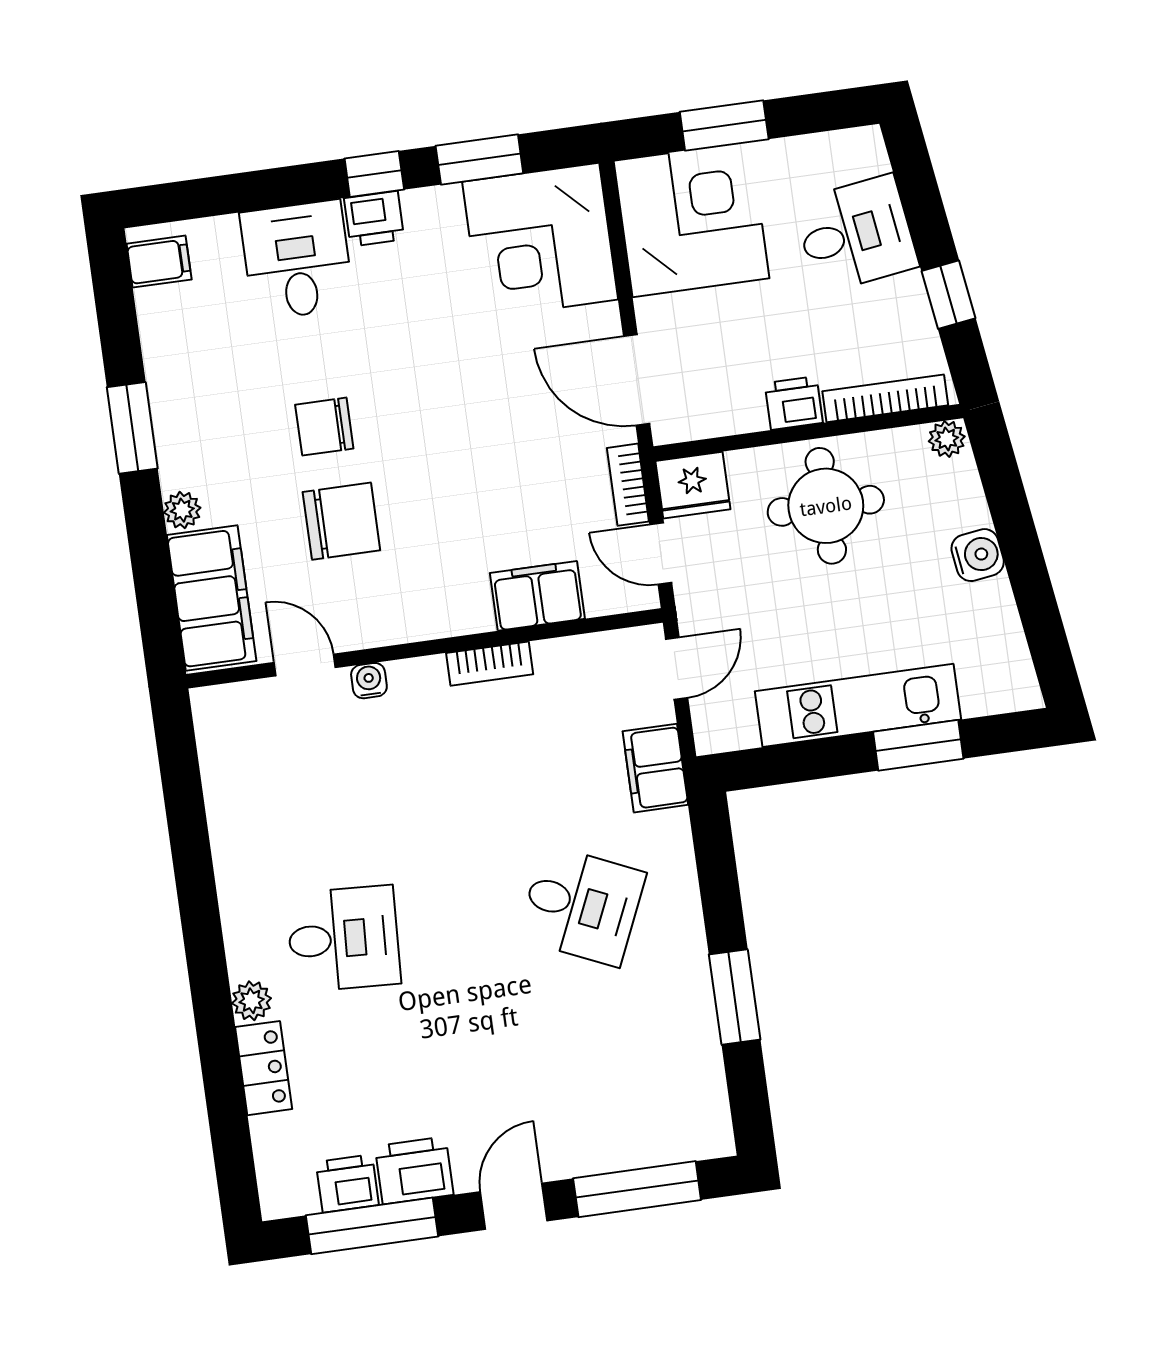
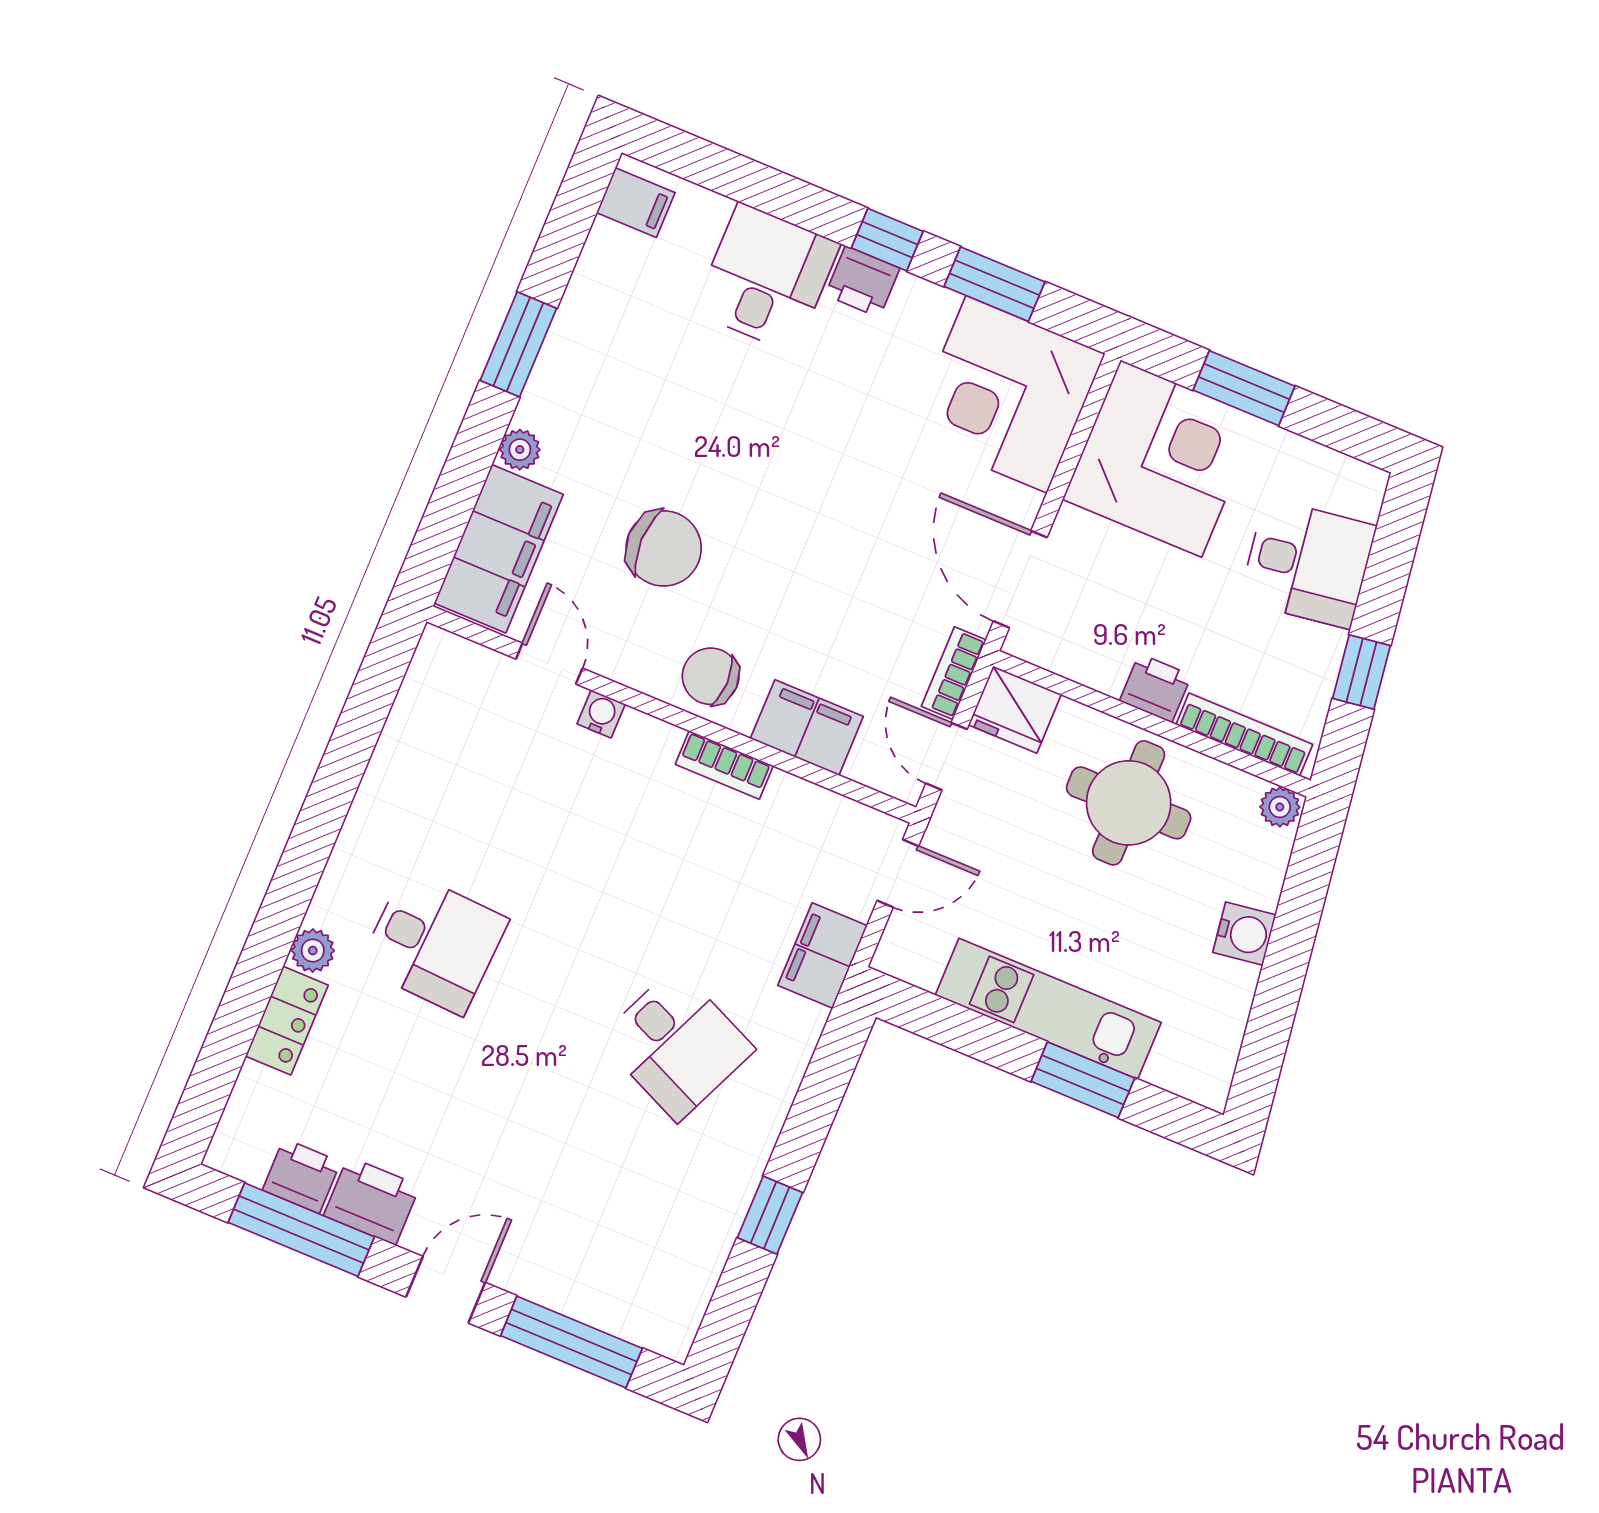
chair: (324, 427) -> (711, 676), moved
window: (735, 997) -> (770, 1215), width x0.67

